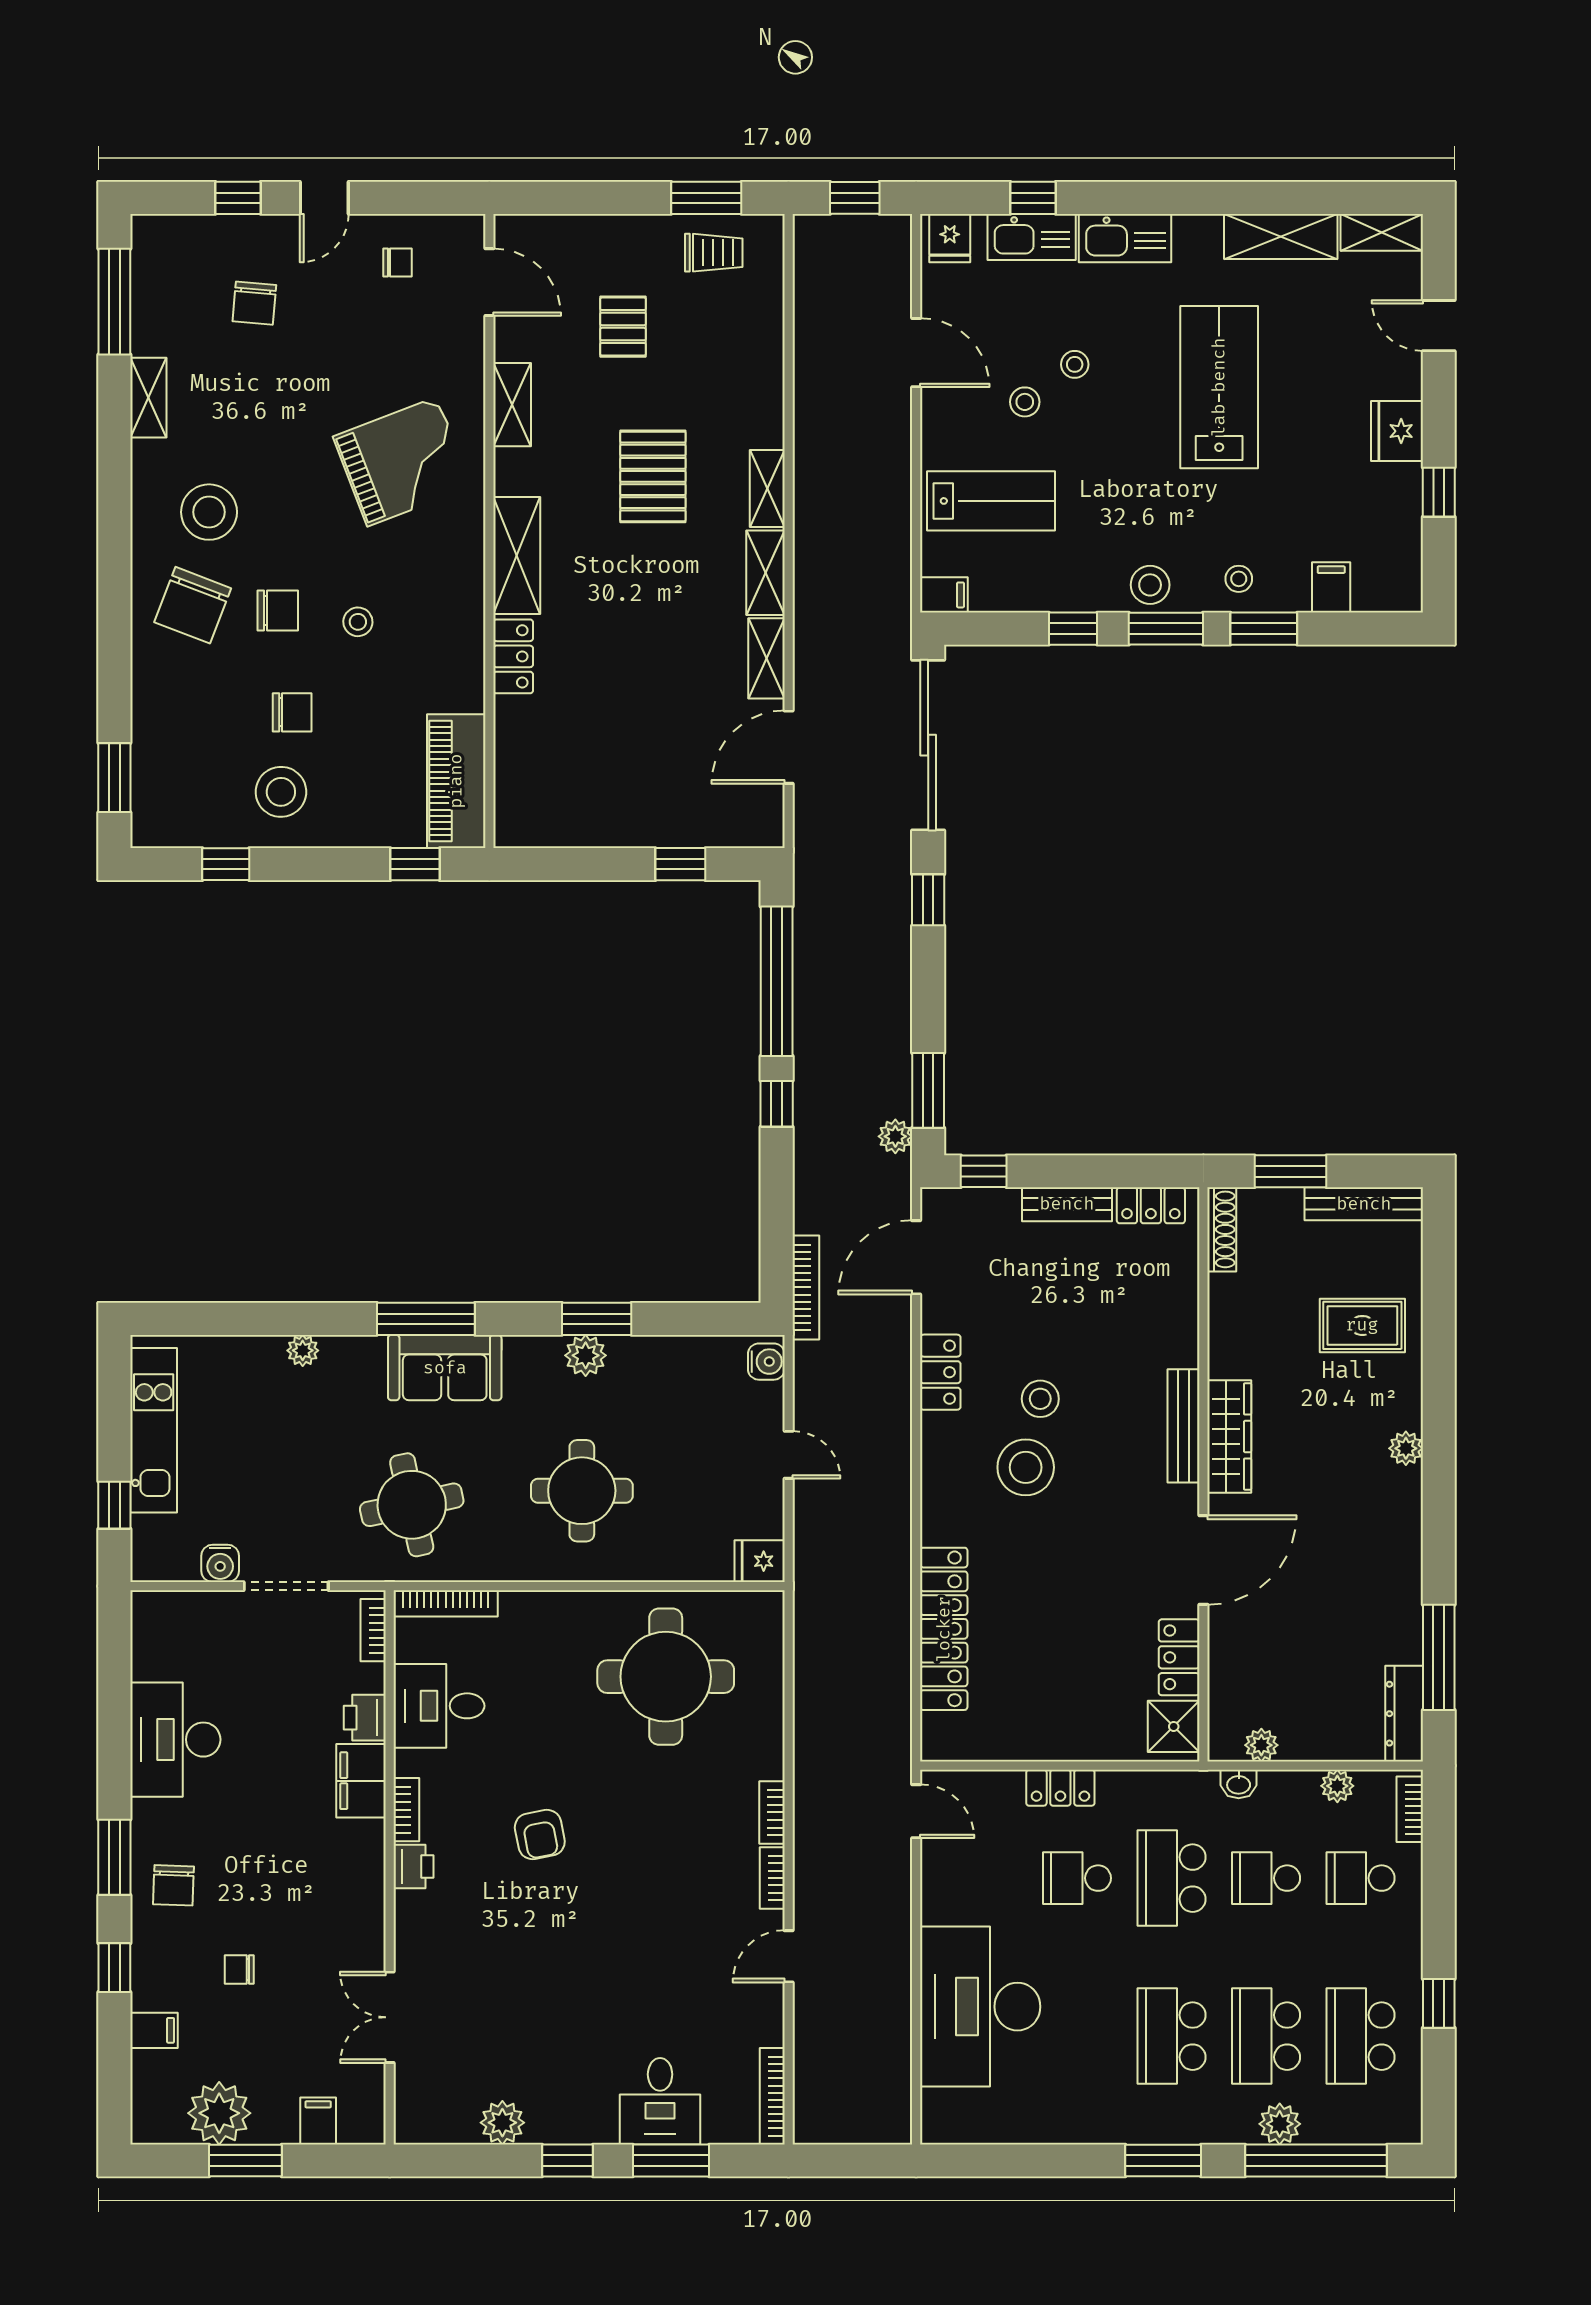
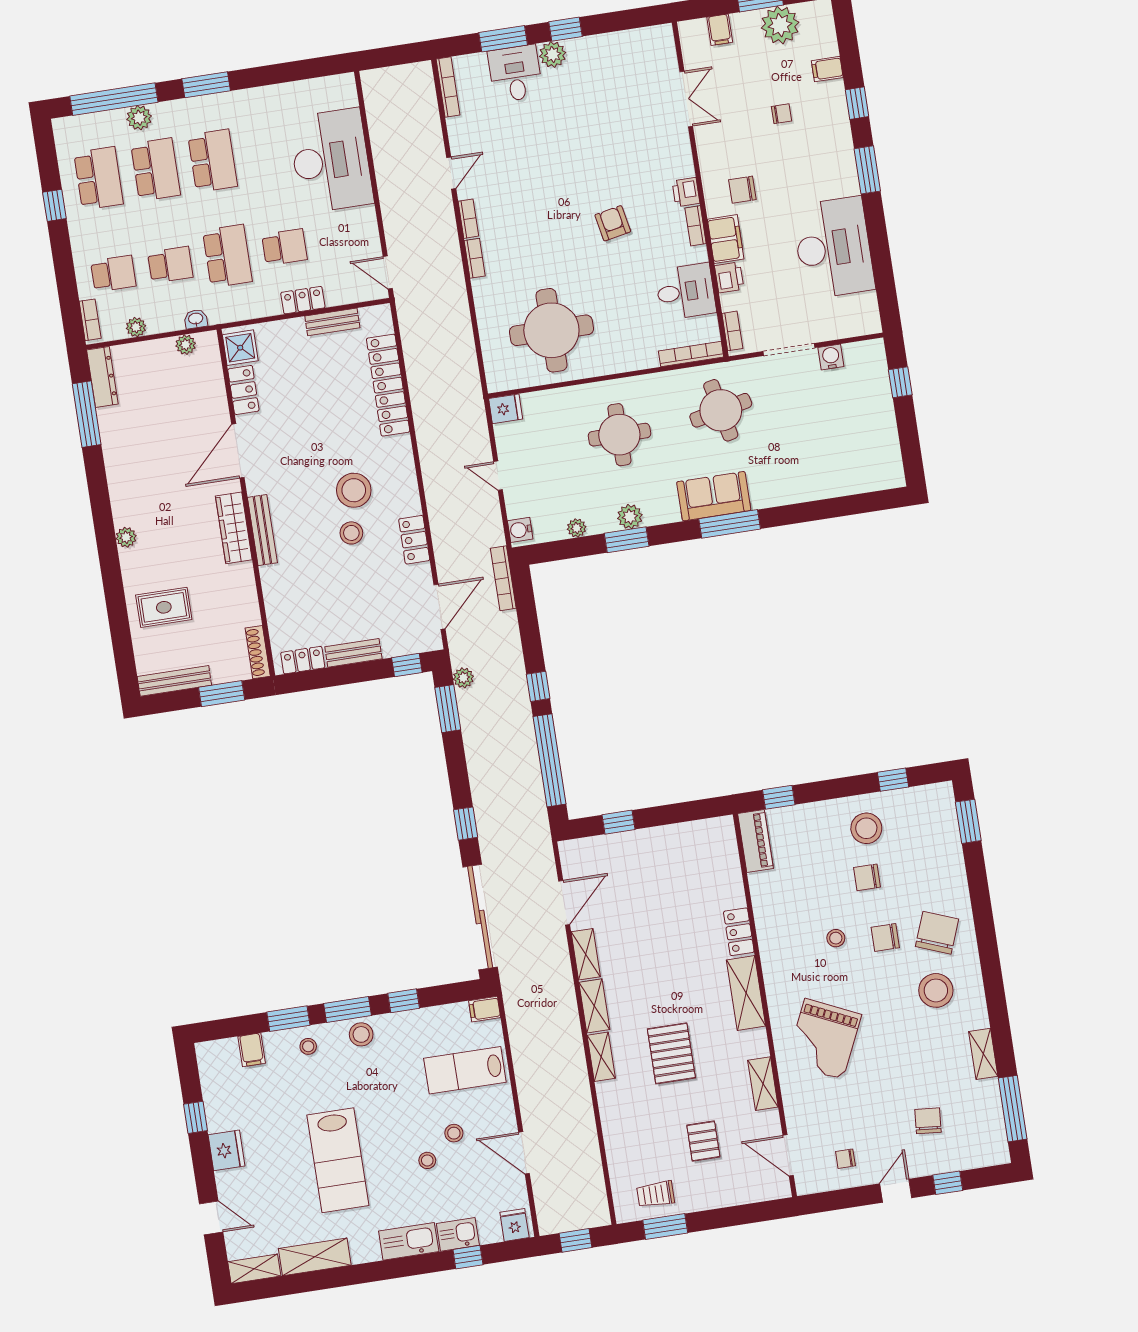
kitchen sink: (1032, 237) -> (458, 1234), width x0.73
grand piano: (402, 462) -> (824, 1039), turned -44
piano: (456, 781) -> (756, 841), width x0.73, depth x0.75
plant: (303, 1350) -> (577, 528), moved
kitchen unit: (154, 1430) -> (884, 431), removed
desk: (175, 1740) -> (833, 248), width x1.36, depth x1.30
bench: (1018, 1745) -> (332, 322), added
chair: (173, 1885) -> (742, 190), moved, turned -92
plant: (502, 2123) -> (553, 54), moved

